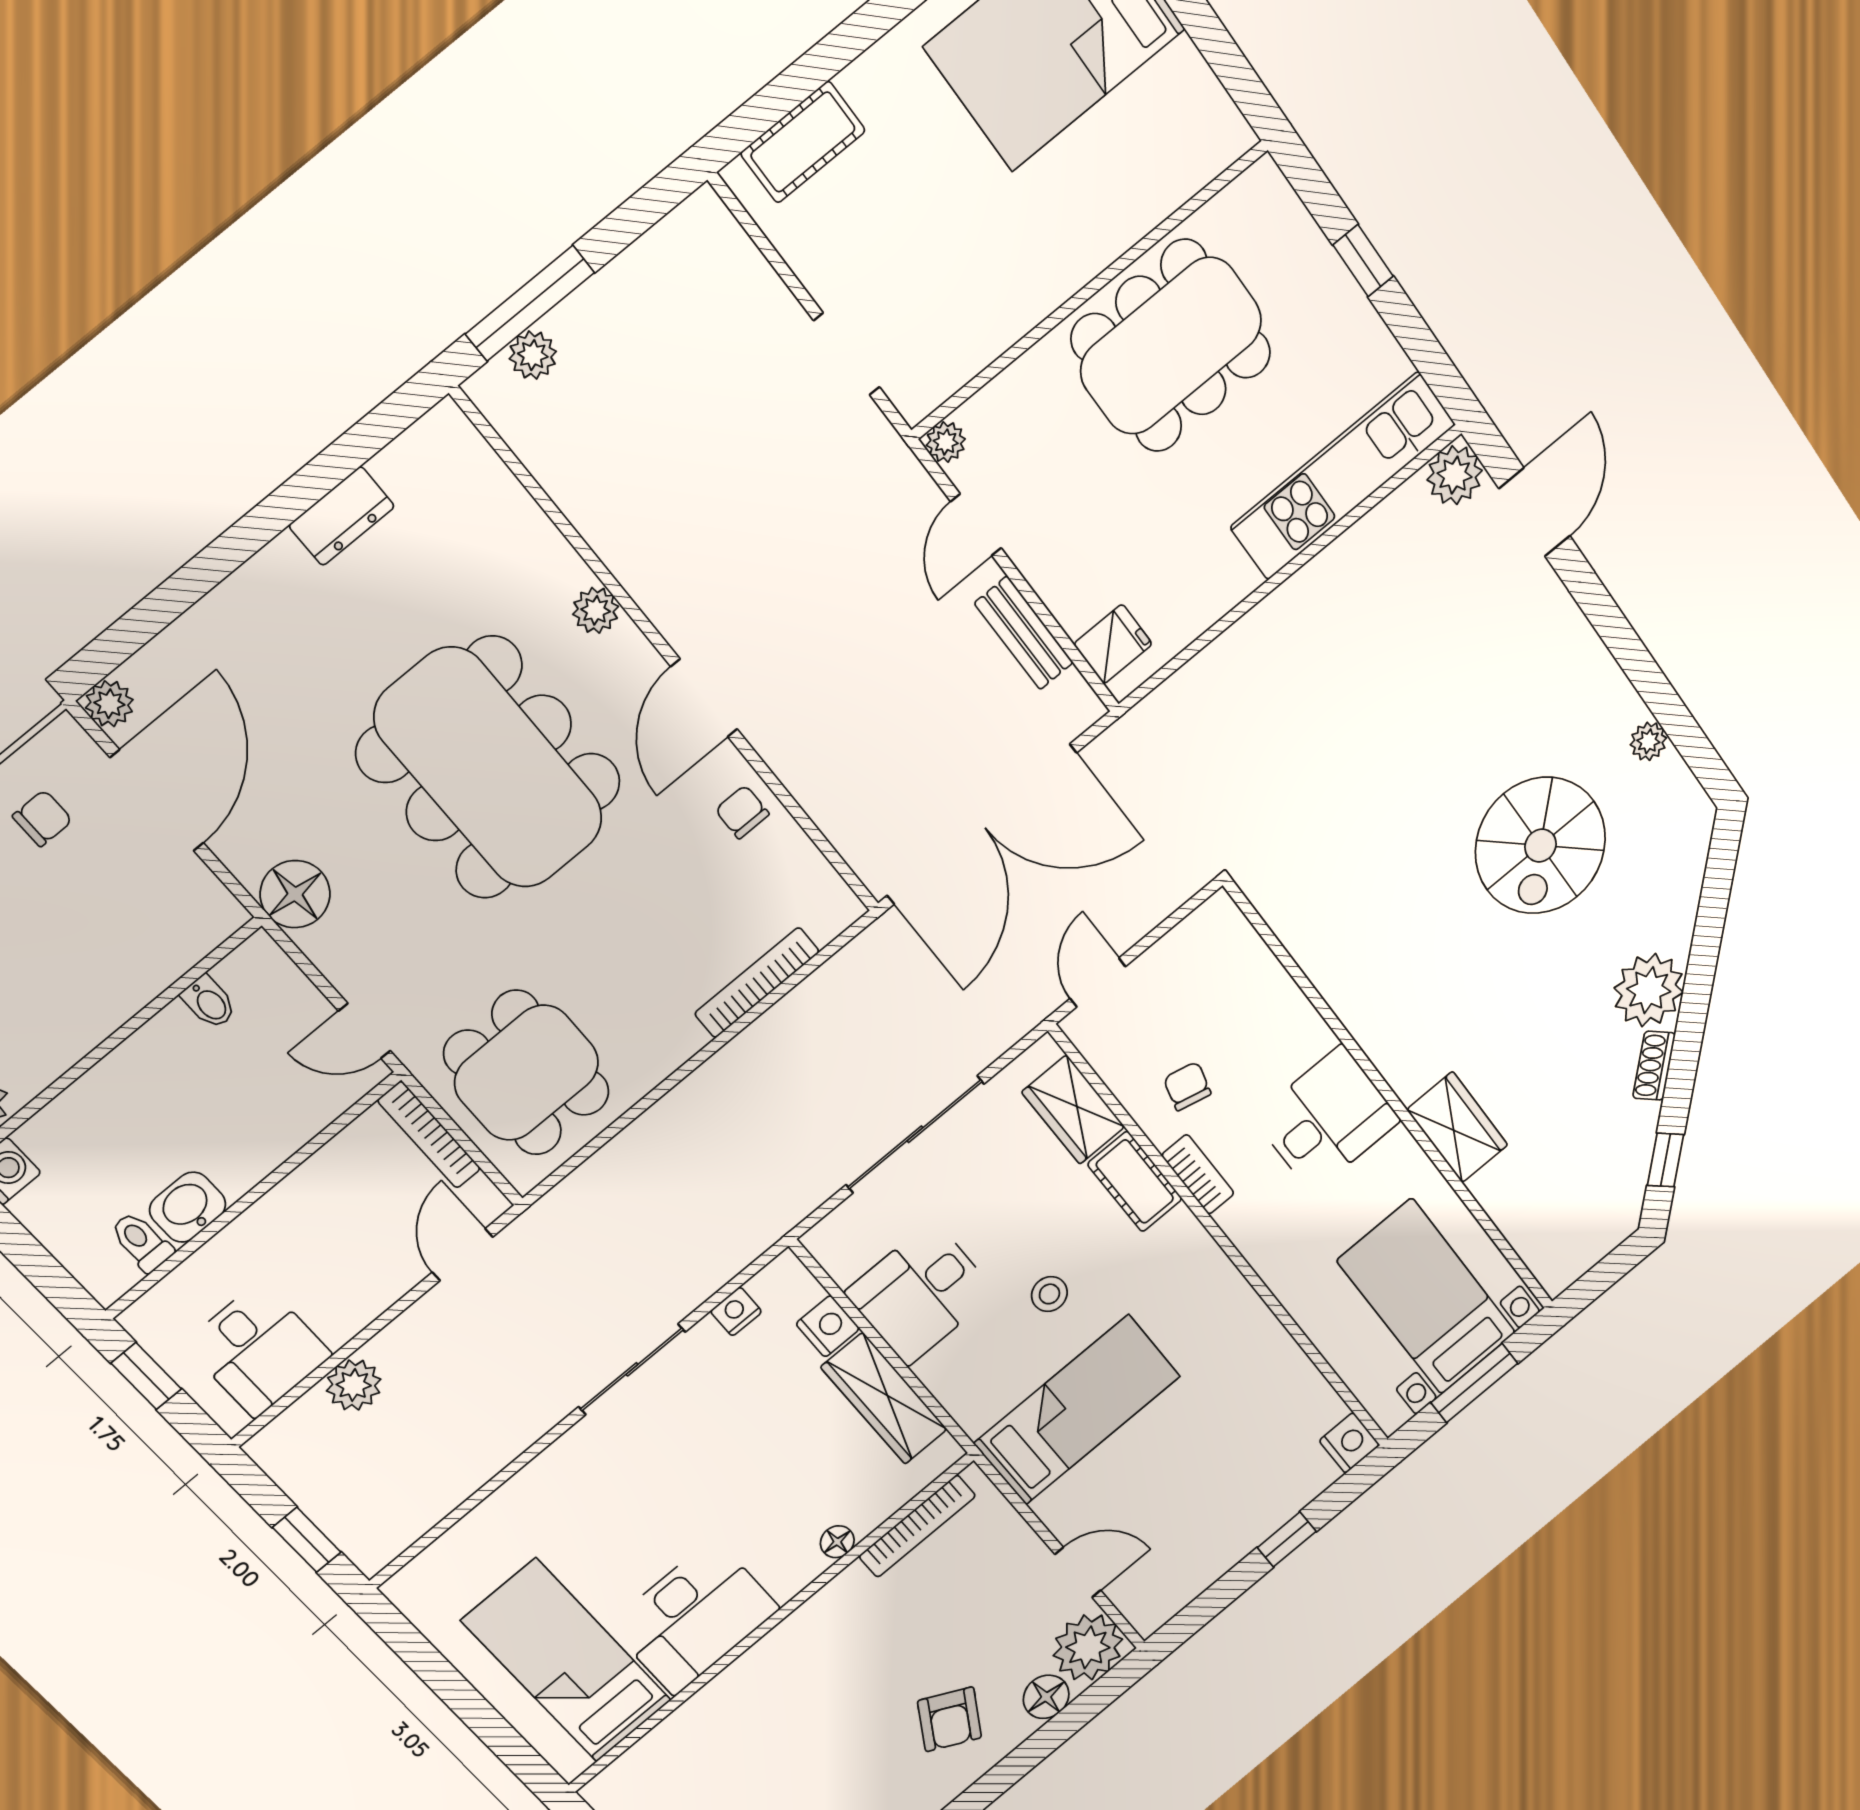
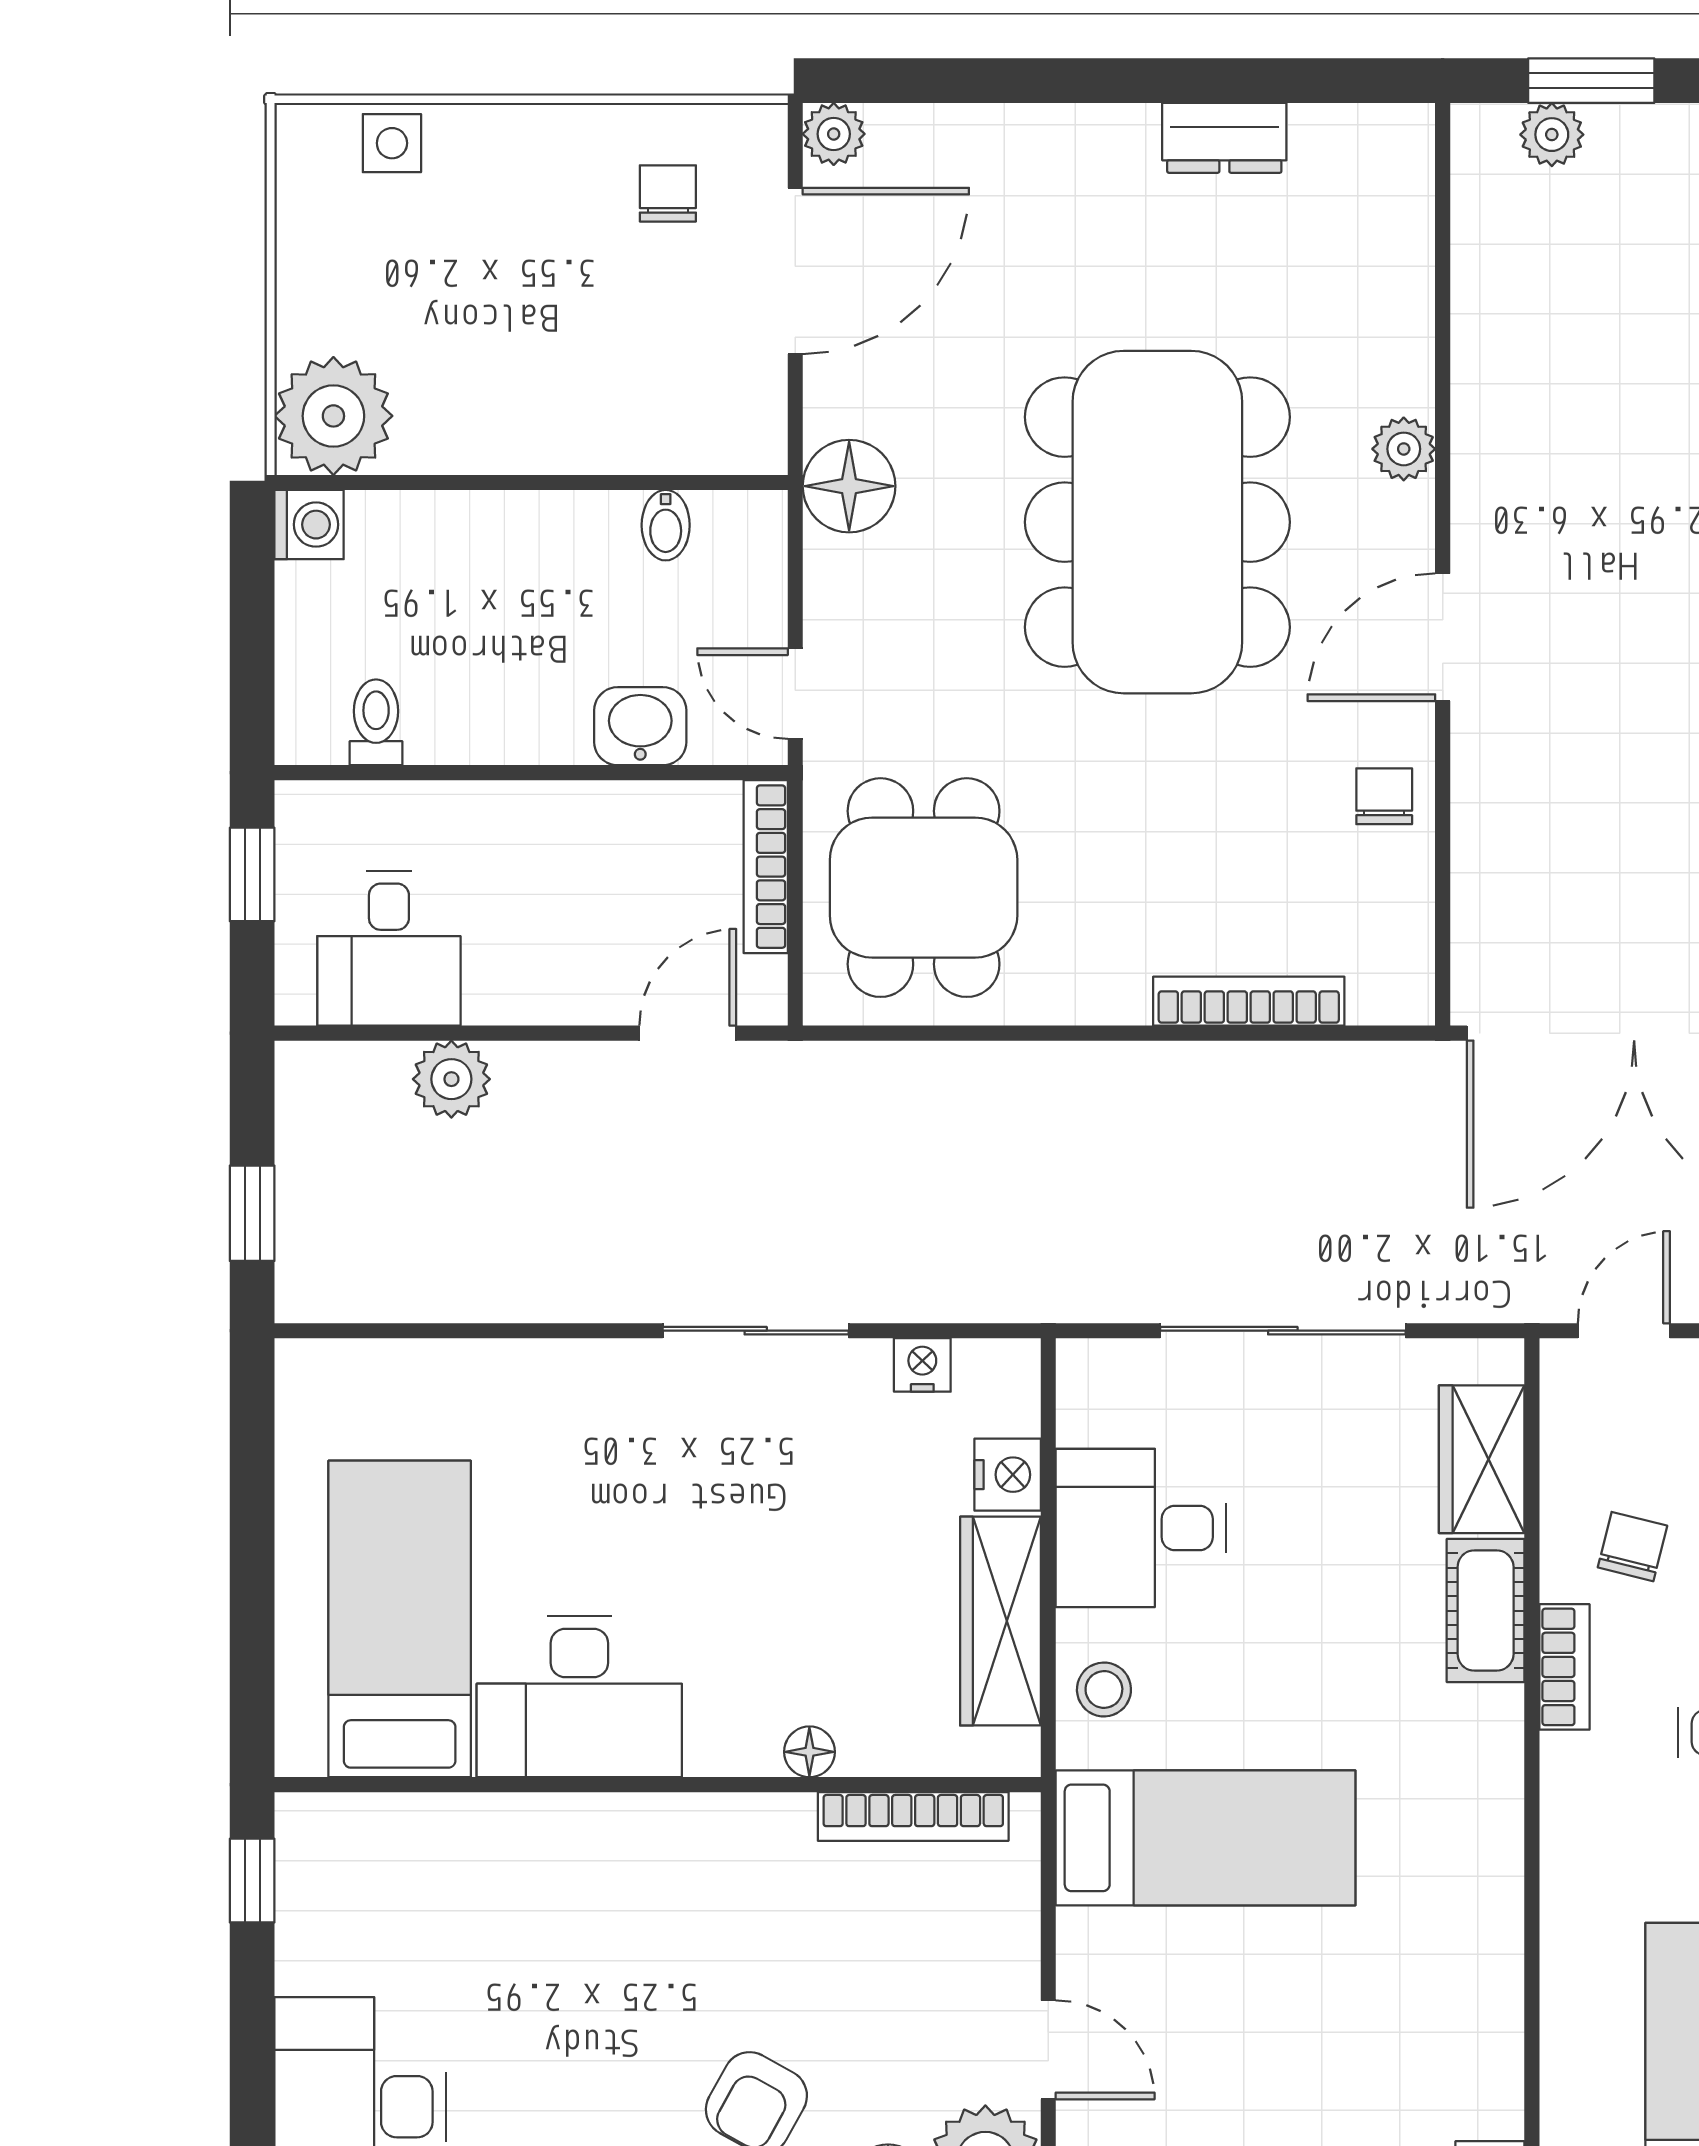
window: (530, 303) -> (1591, 81), width x0.69
chair: (42, 818) -> (668, 193), turned -90
washbasin: (188, 1207) -> (640, 726), moved
stool: (1049, 1294) -> (1104, 1689), moved

